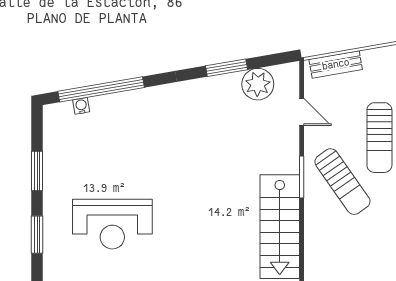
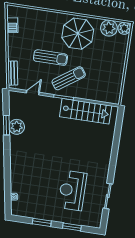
plant: (258, 84) -> (17, 127), moved
window: (101, 89) -> (8, 186), removed
reception desk: (112, 224) -> (72, 190), turned 180

